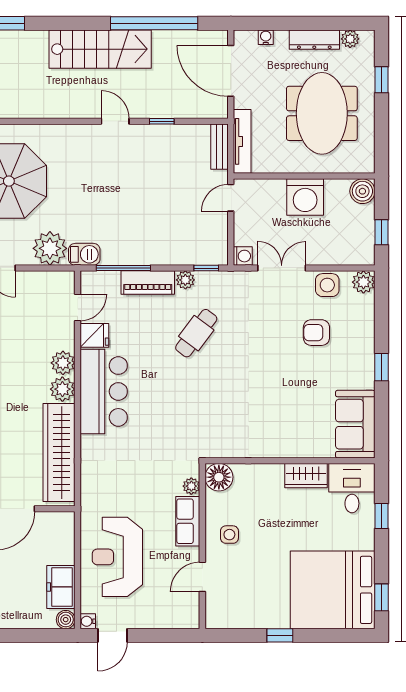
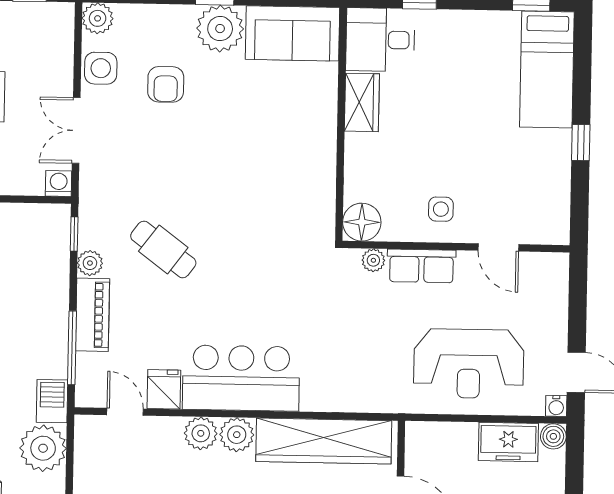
plant: (358, 371) -> (220, 29), added
bed: (333, 590) -> (547, 69), width x0.49

